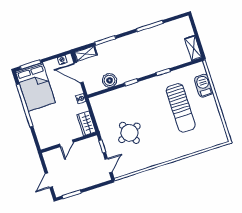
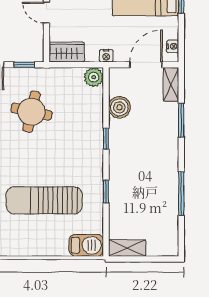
barbecue: (204, 86) -> (86, 245), moved
plant: (96, 102) -> (94, 77), added
round table: (129, 133) -> (31, 112), turned 36

